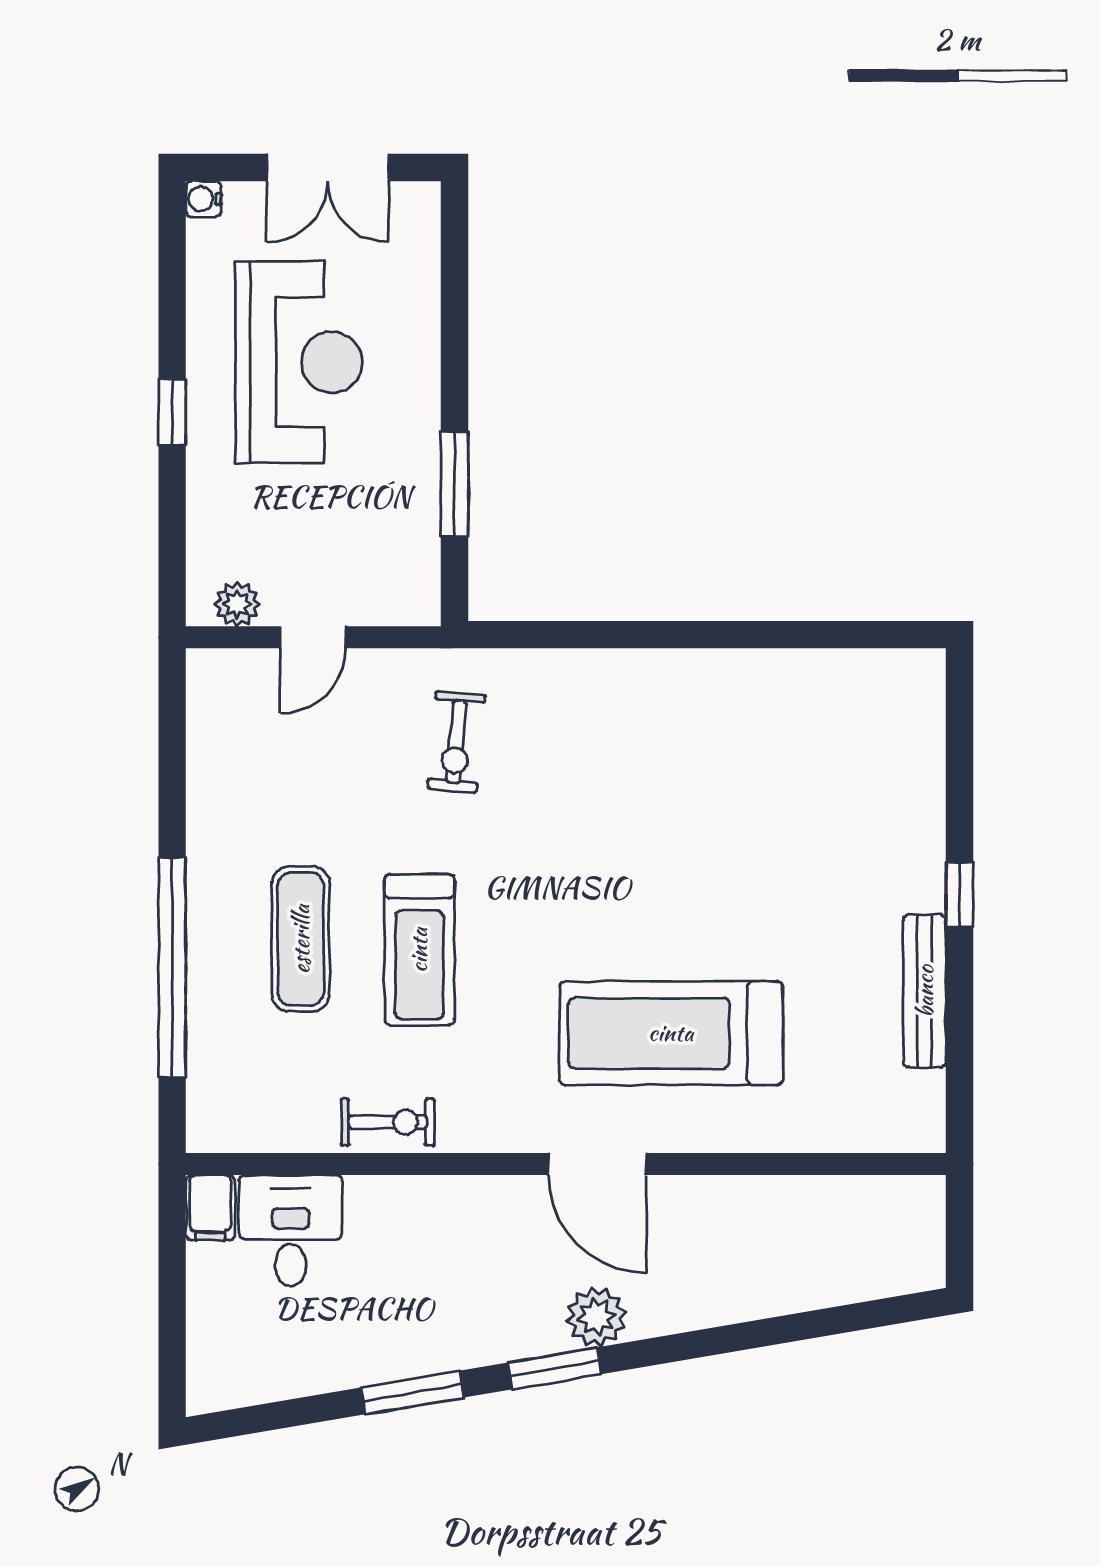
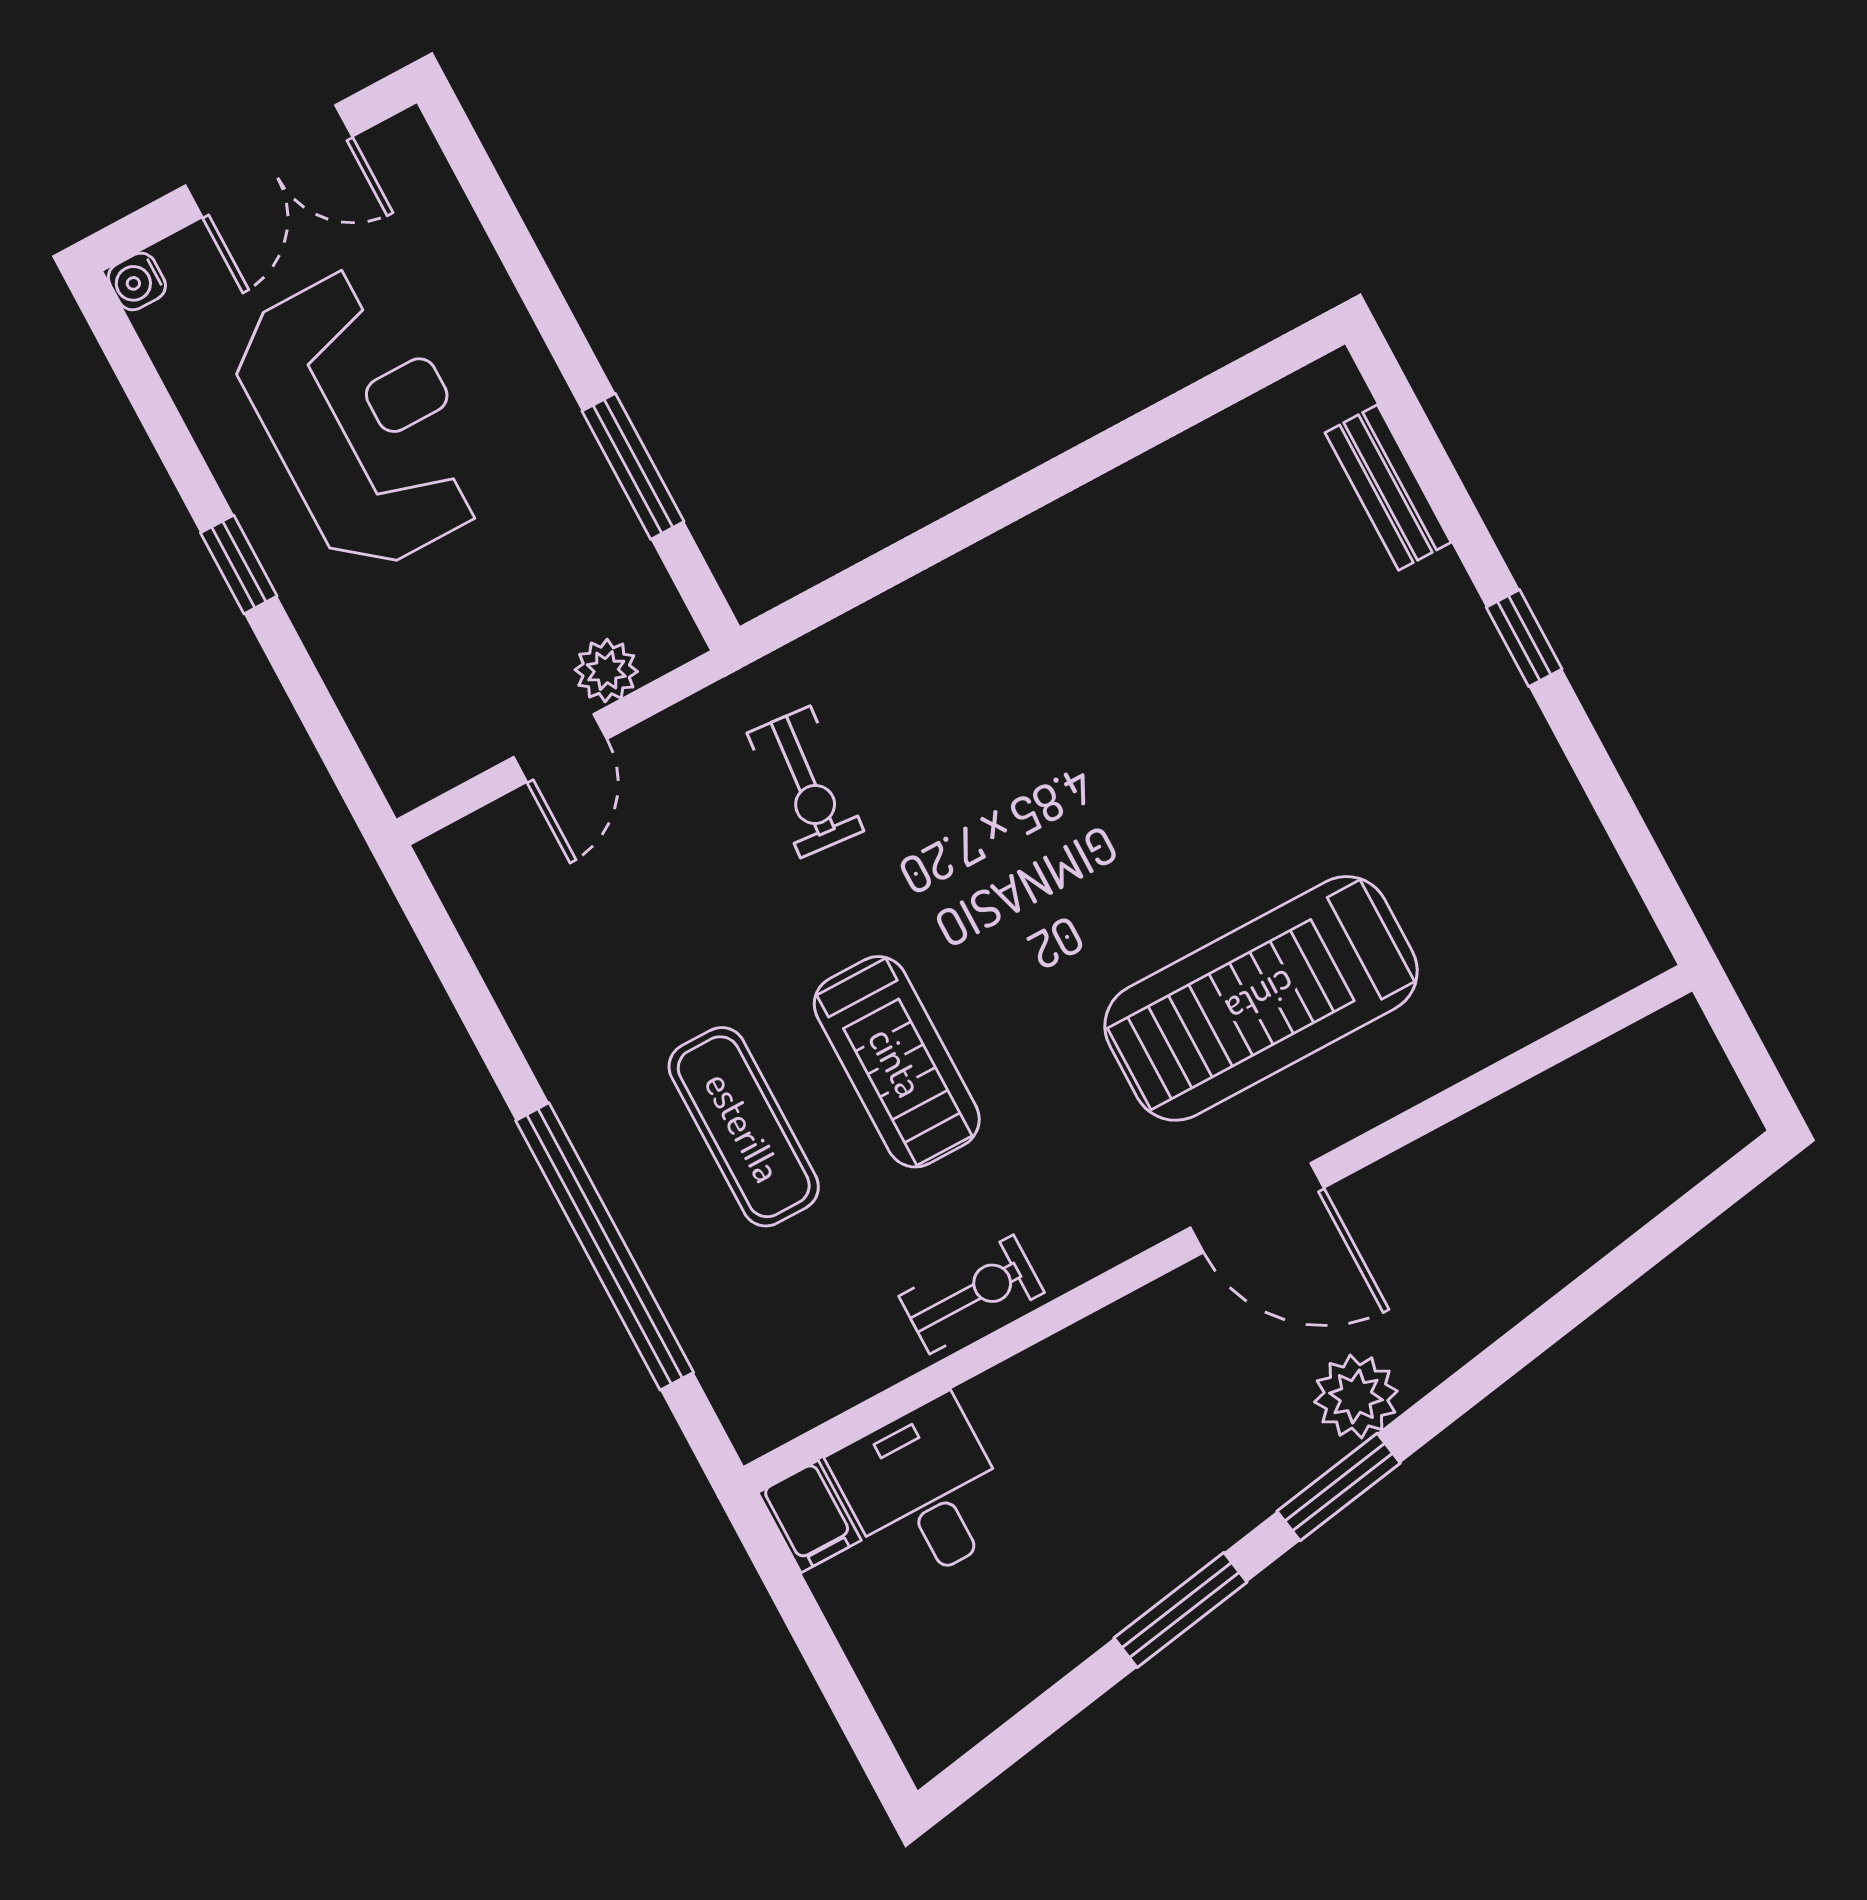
plant: (237, 604) -> (606, 671), moved
bench: (925, 991) -> (1388, 487), moved, width x0.73

